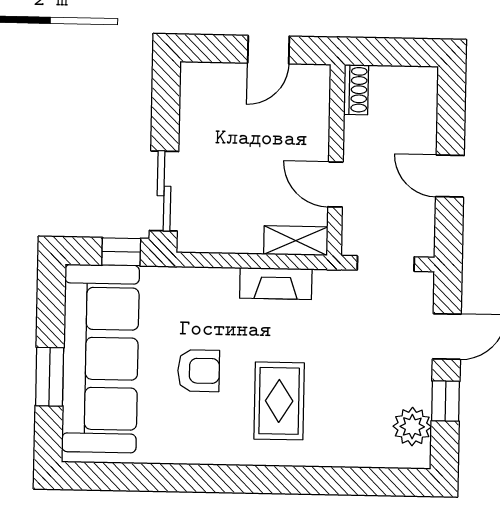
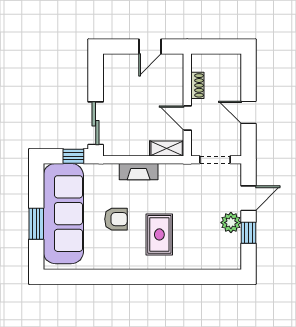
shoe rack: (356, 90) -> (197, 85), moved
fireplace: (276, 283) -> (139, 172), moved
plant: (412, 427) -> (231, 223), moved

